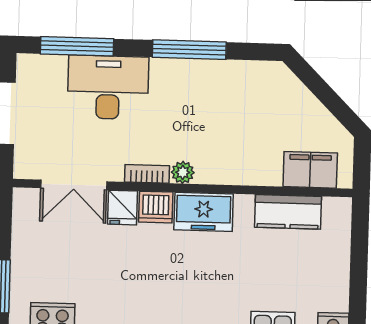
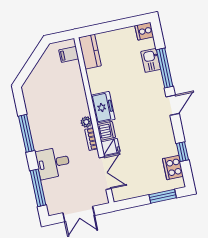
desk: (108, 87) -> (53, 163), width x0.73
filing cabinet: (310, 170) -> (69, 54), width x0.50
kitchen counter: (288, 212) -> (90, 52), moved

